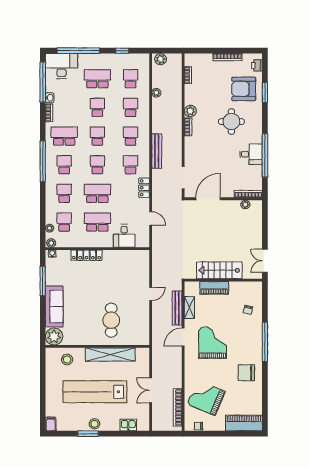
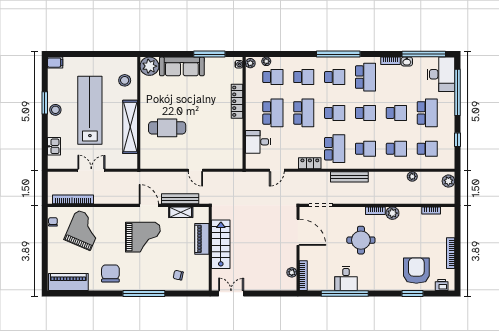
round table: (231, 122) -> (361, 240), moved
school desk: (131, 165) -> (335, 149), width x1.85
piano: (244, 423) -> (68, 282), moved, turned -90

